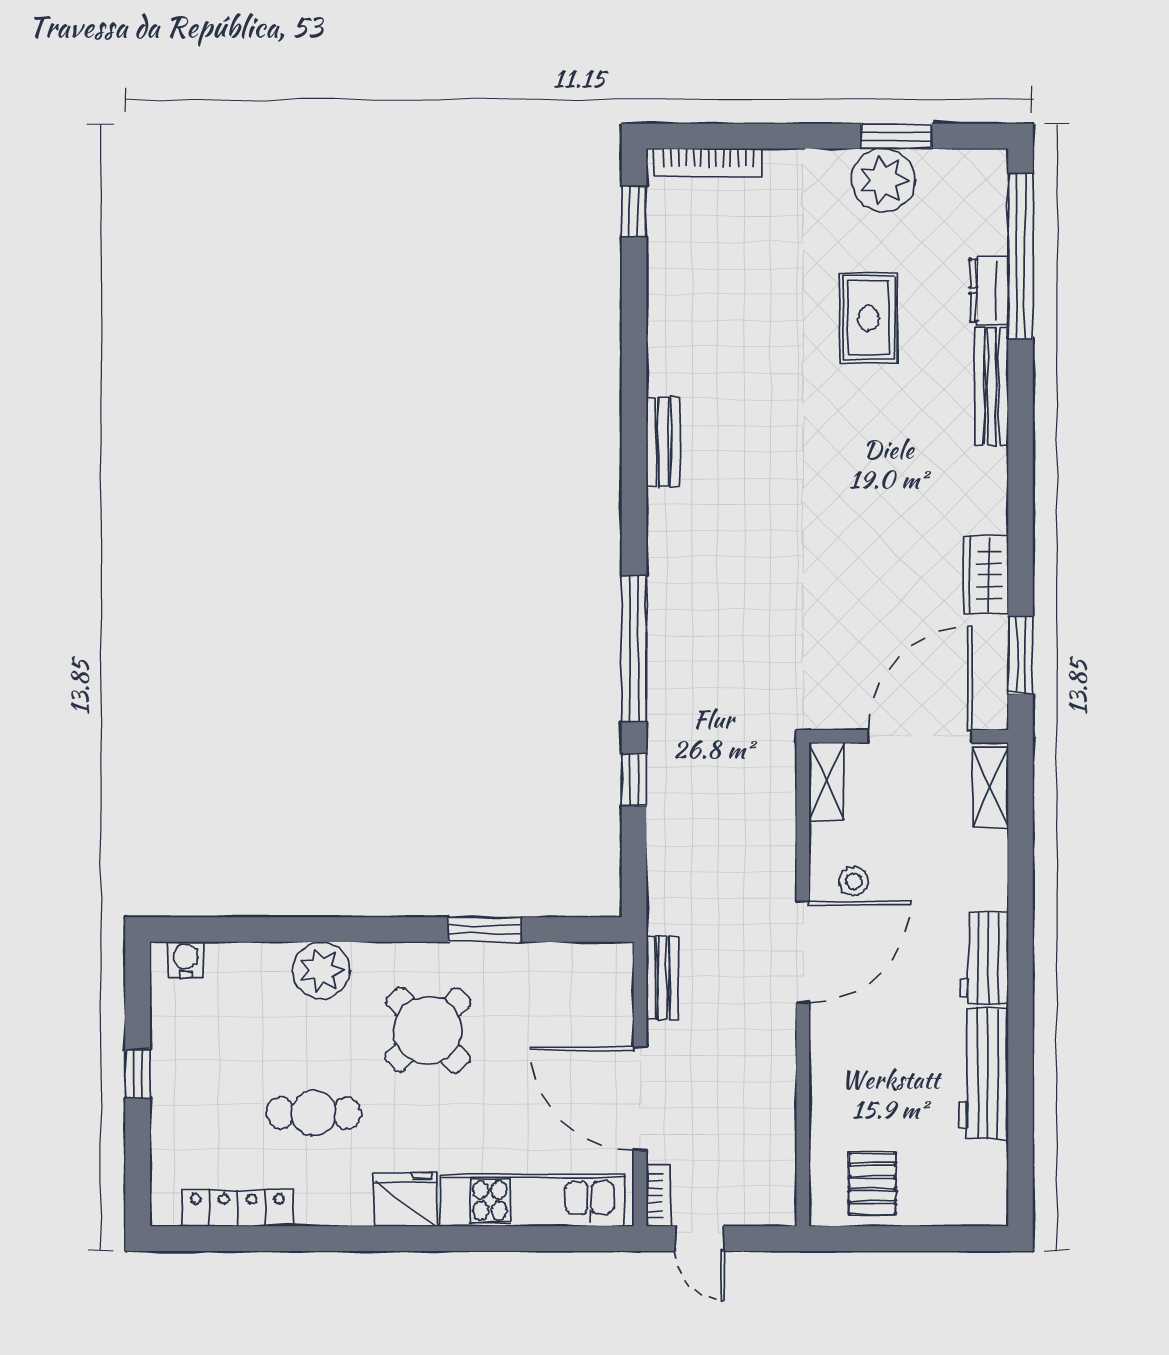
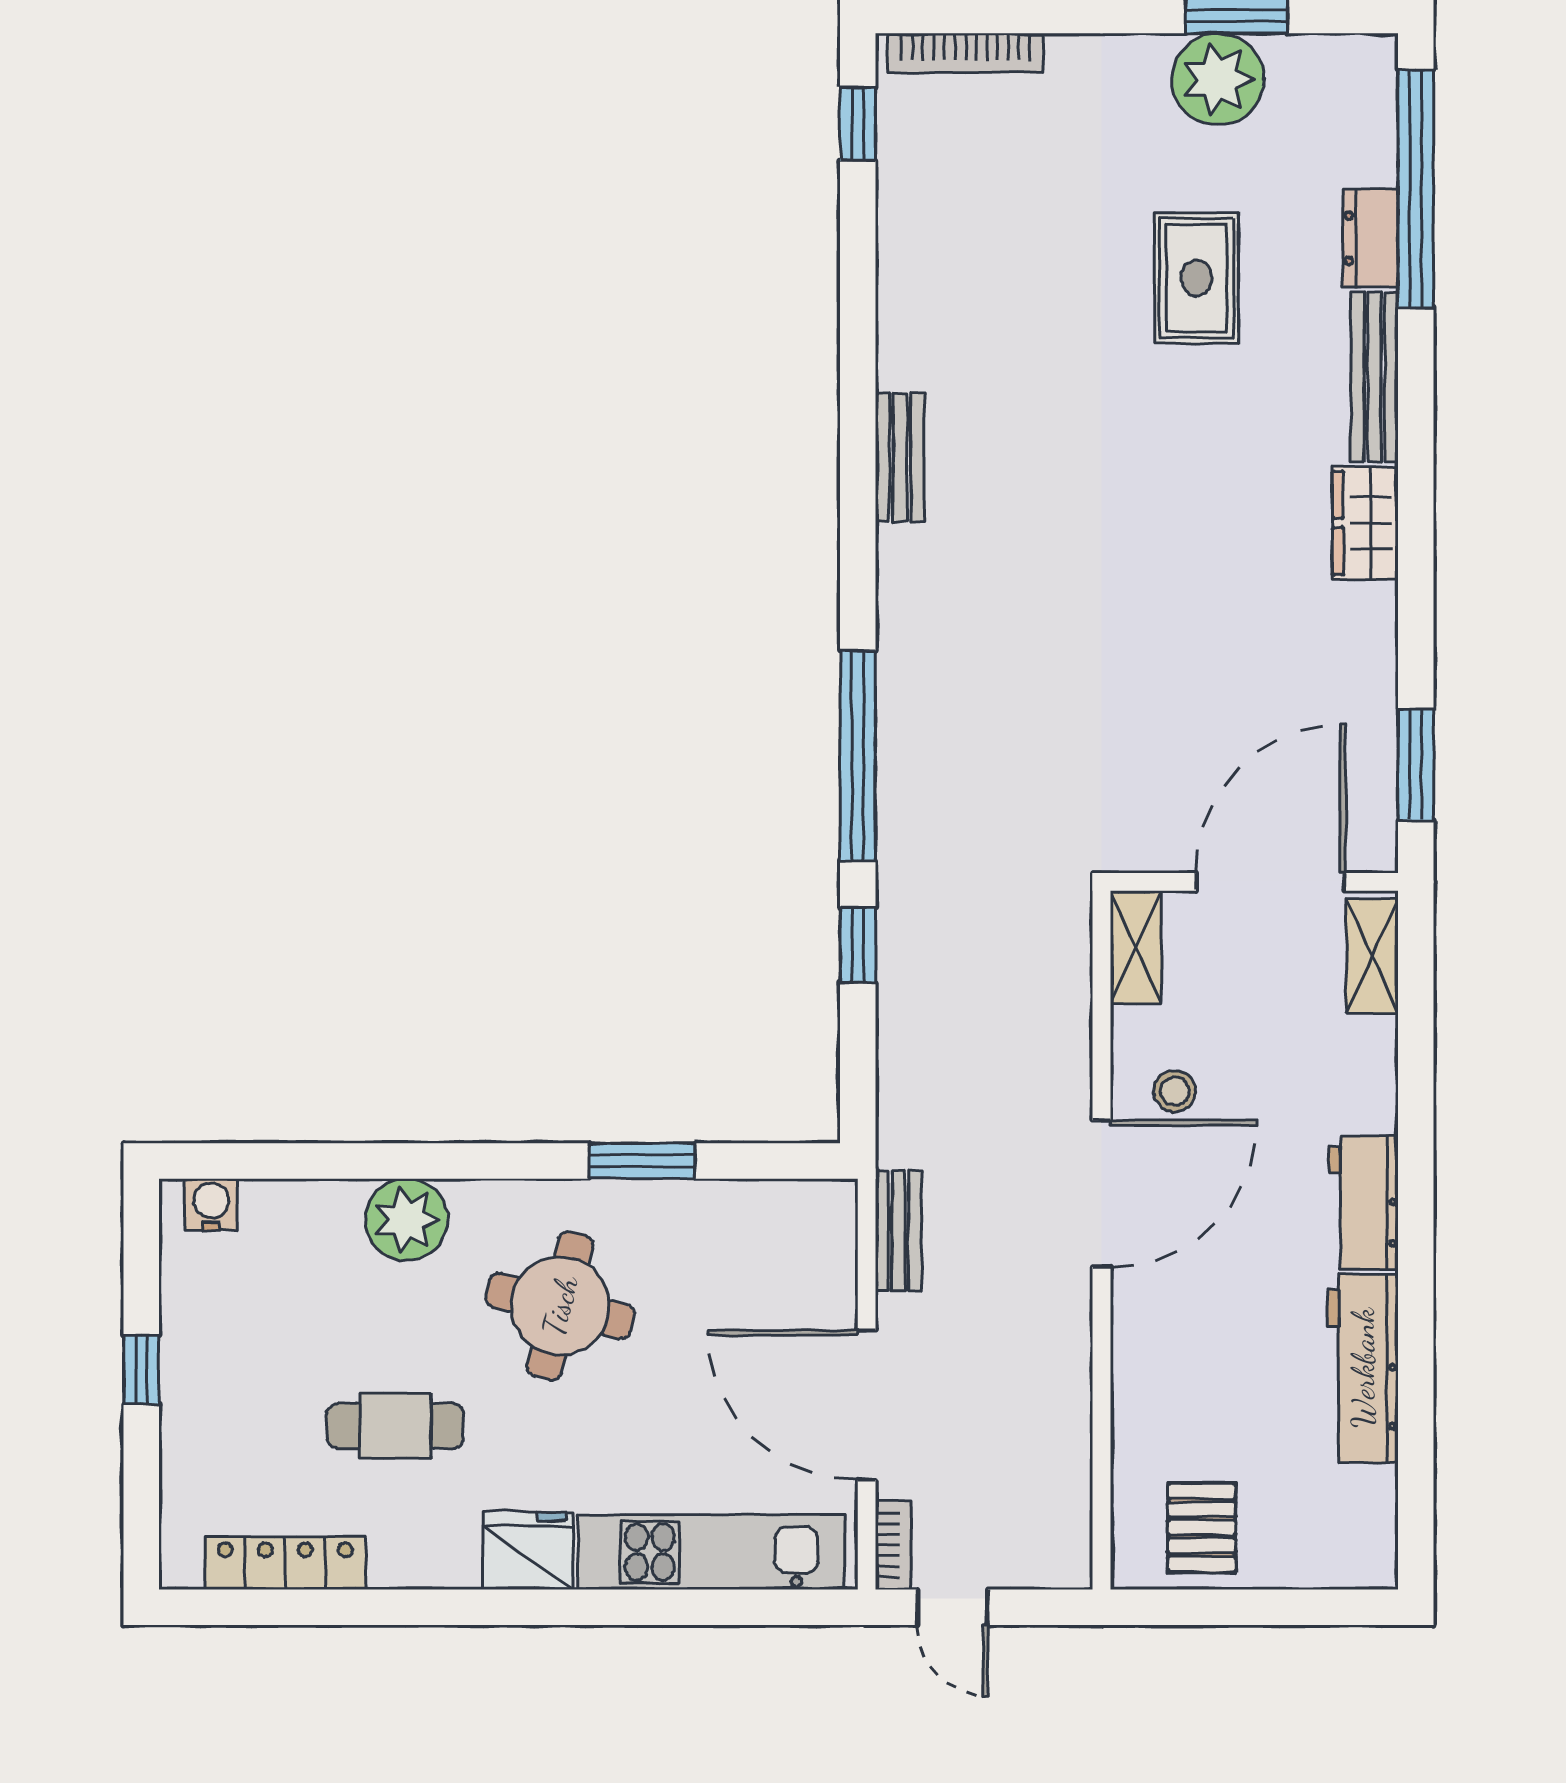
wardrobe: (986, 575) -> (1365, 523), moved
round table: (428, 1030) -> (560, 1306), turned -32

